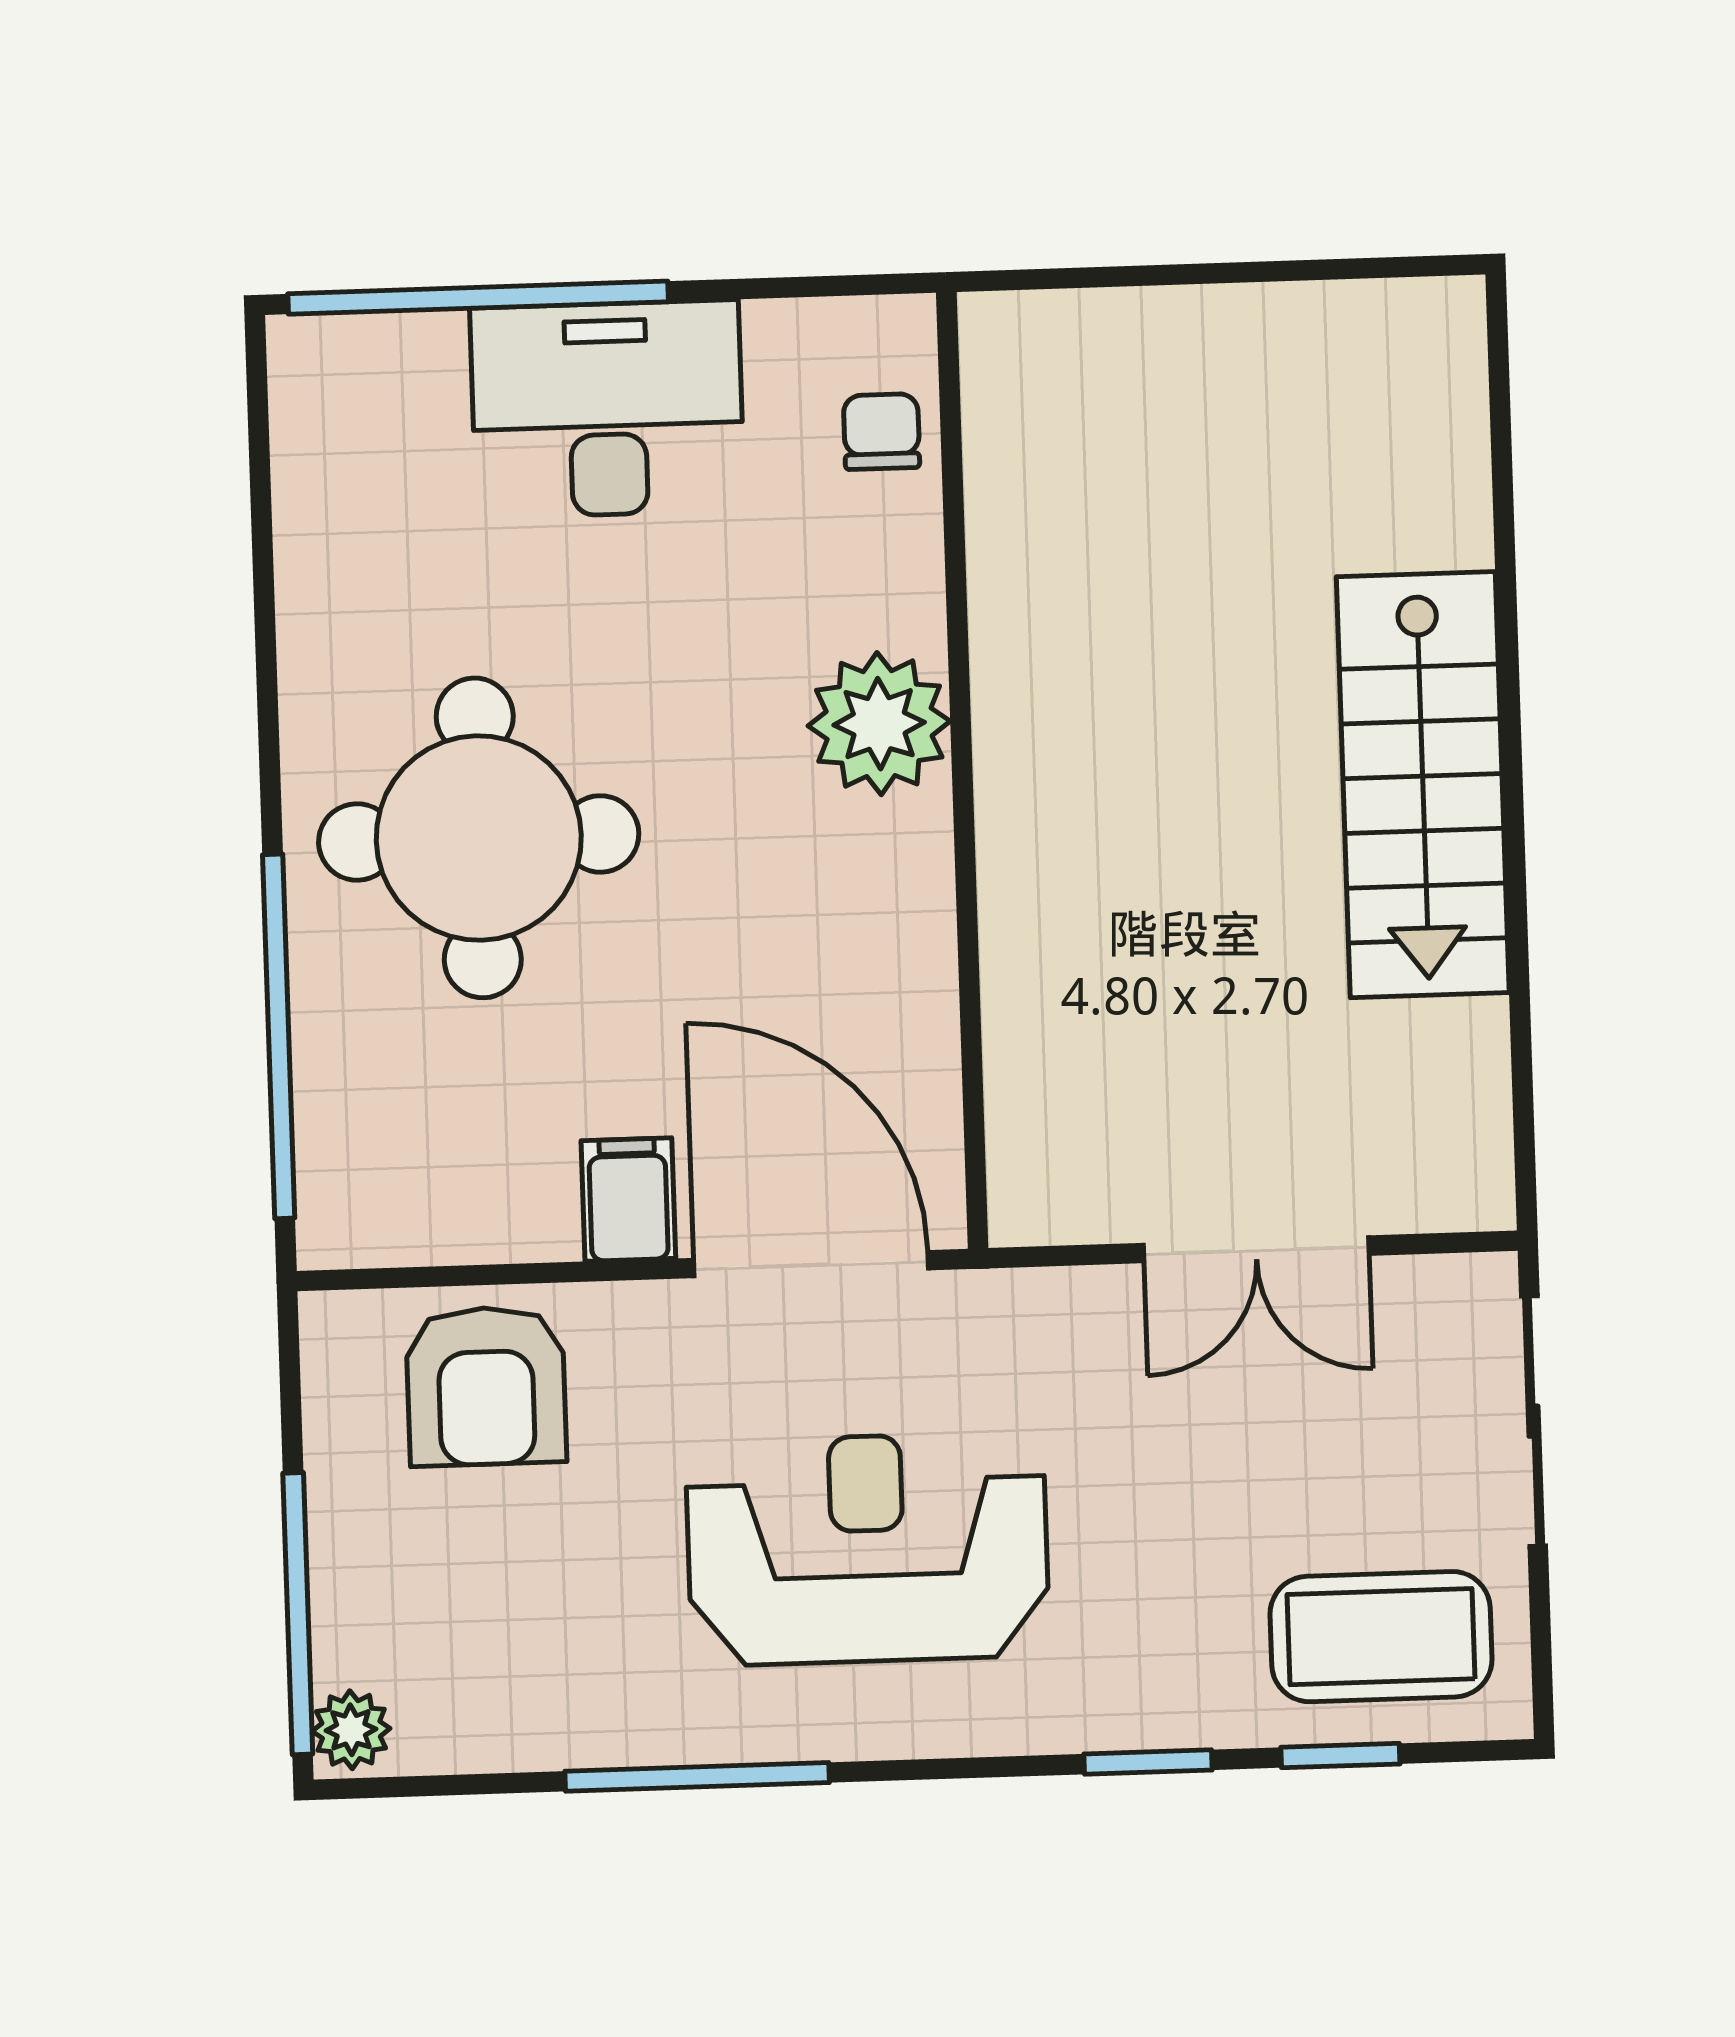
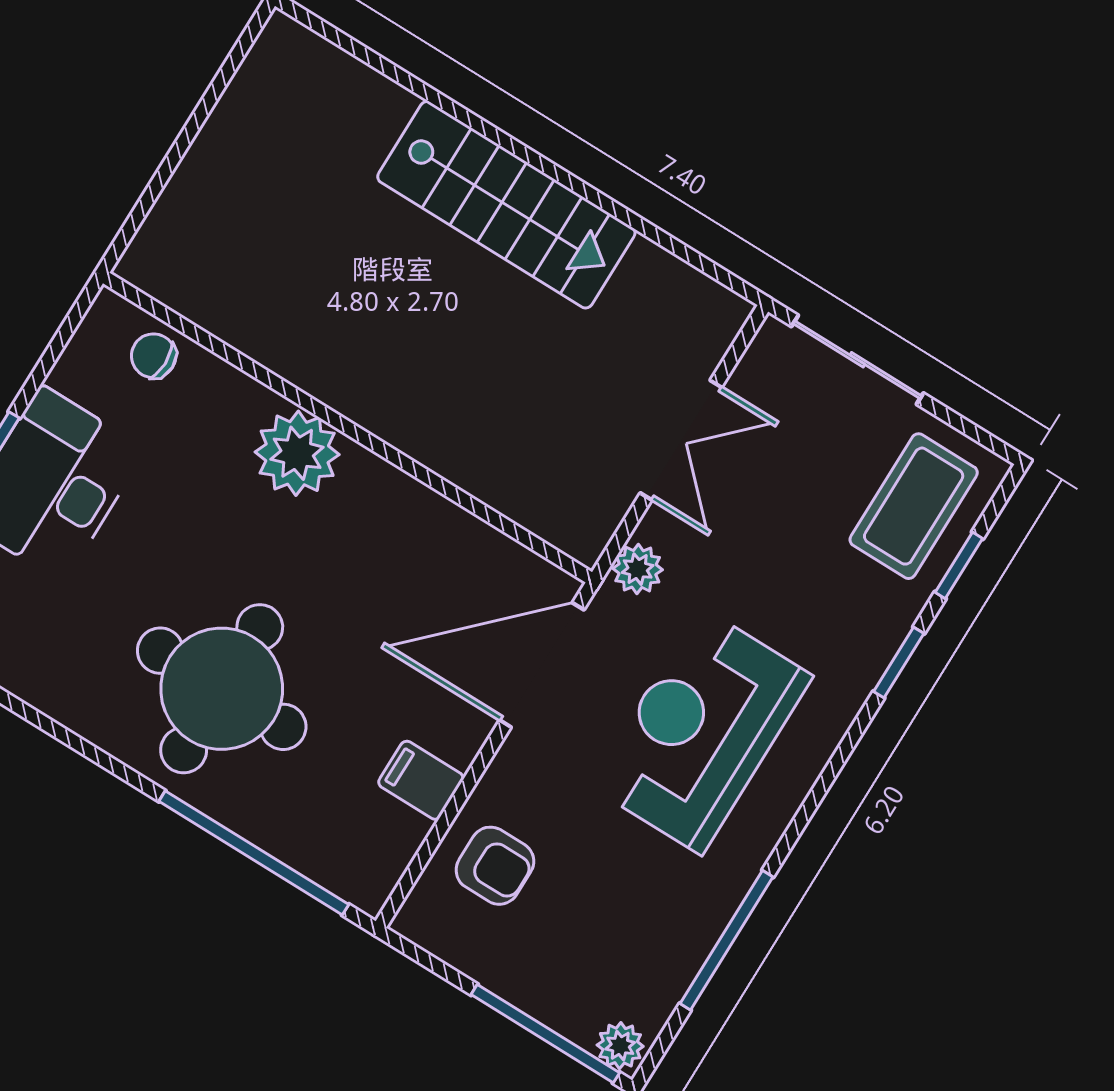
filing cabinet: (628, 1200) -> (421, 780), moved
plant: (1035, 1309) -> (638, 569), added
armchair: (486, 1386) -> (495, 866), width x0.72, depth x0.72
window: (697, 1777) -> (727, 940), moved

